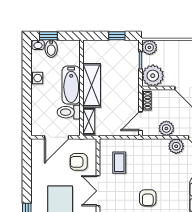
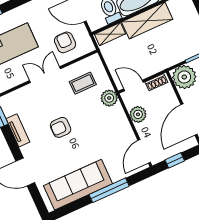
plant: (176, 146) -> (109, 98), moved

